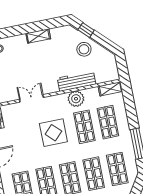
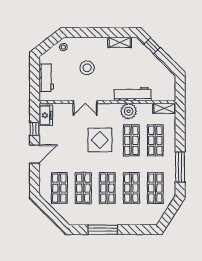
shelving: (38, 36) -> (120, 42), moved
stool: (84, 49) -> (87, 68), moved
double door: (31, 98) -> (85, 102), swing flipped

